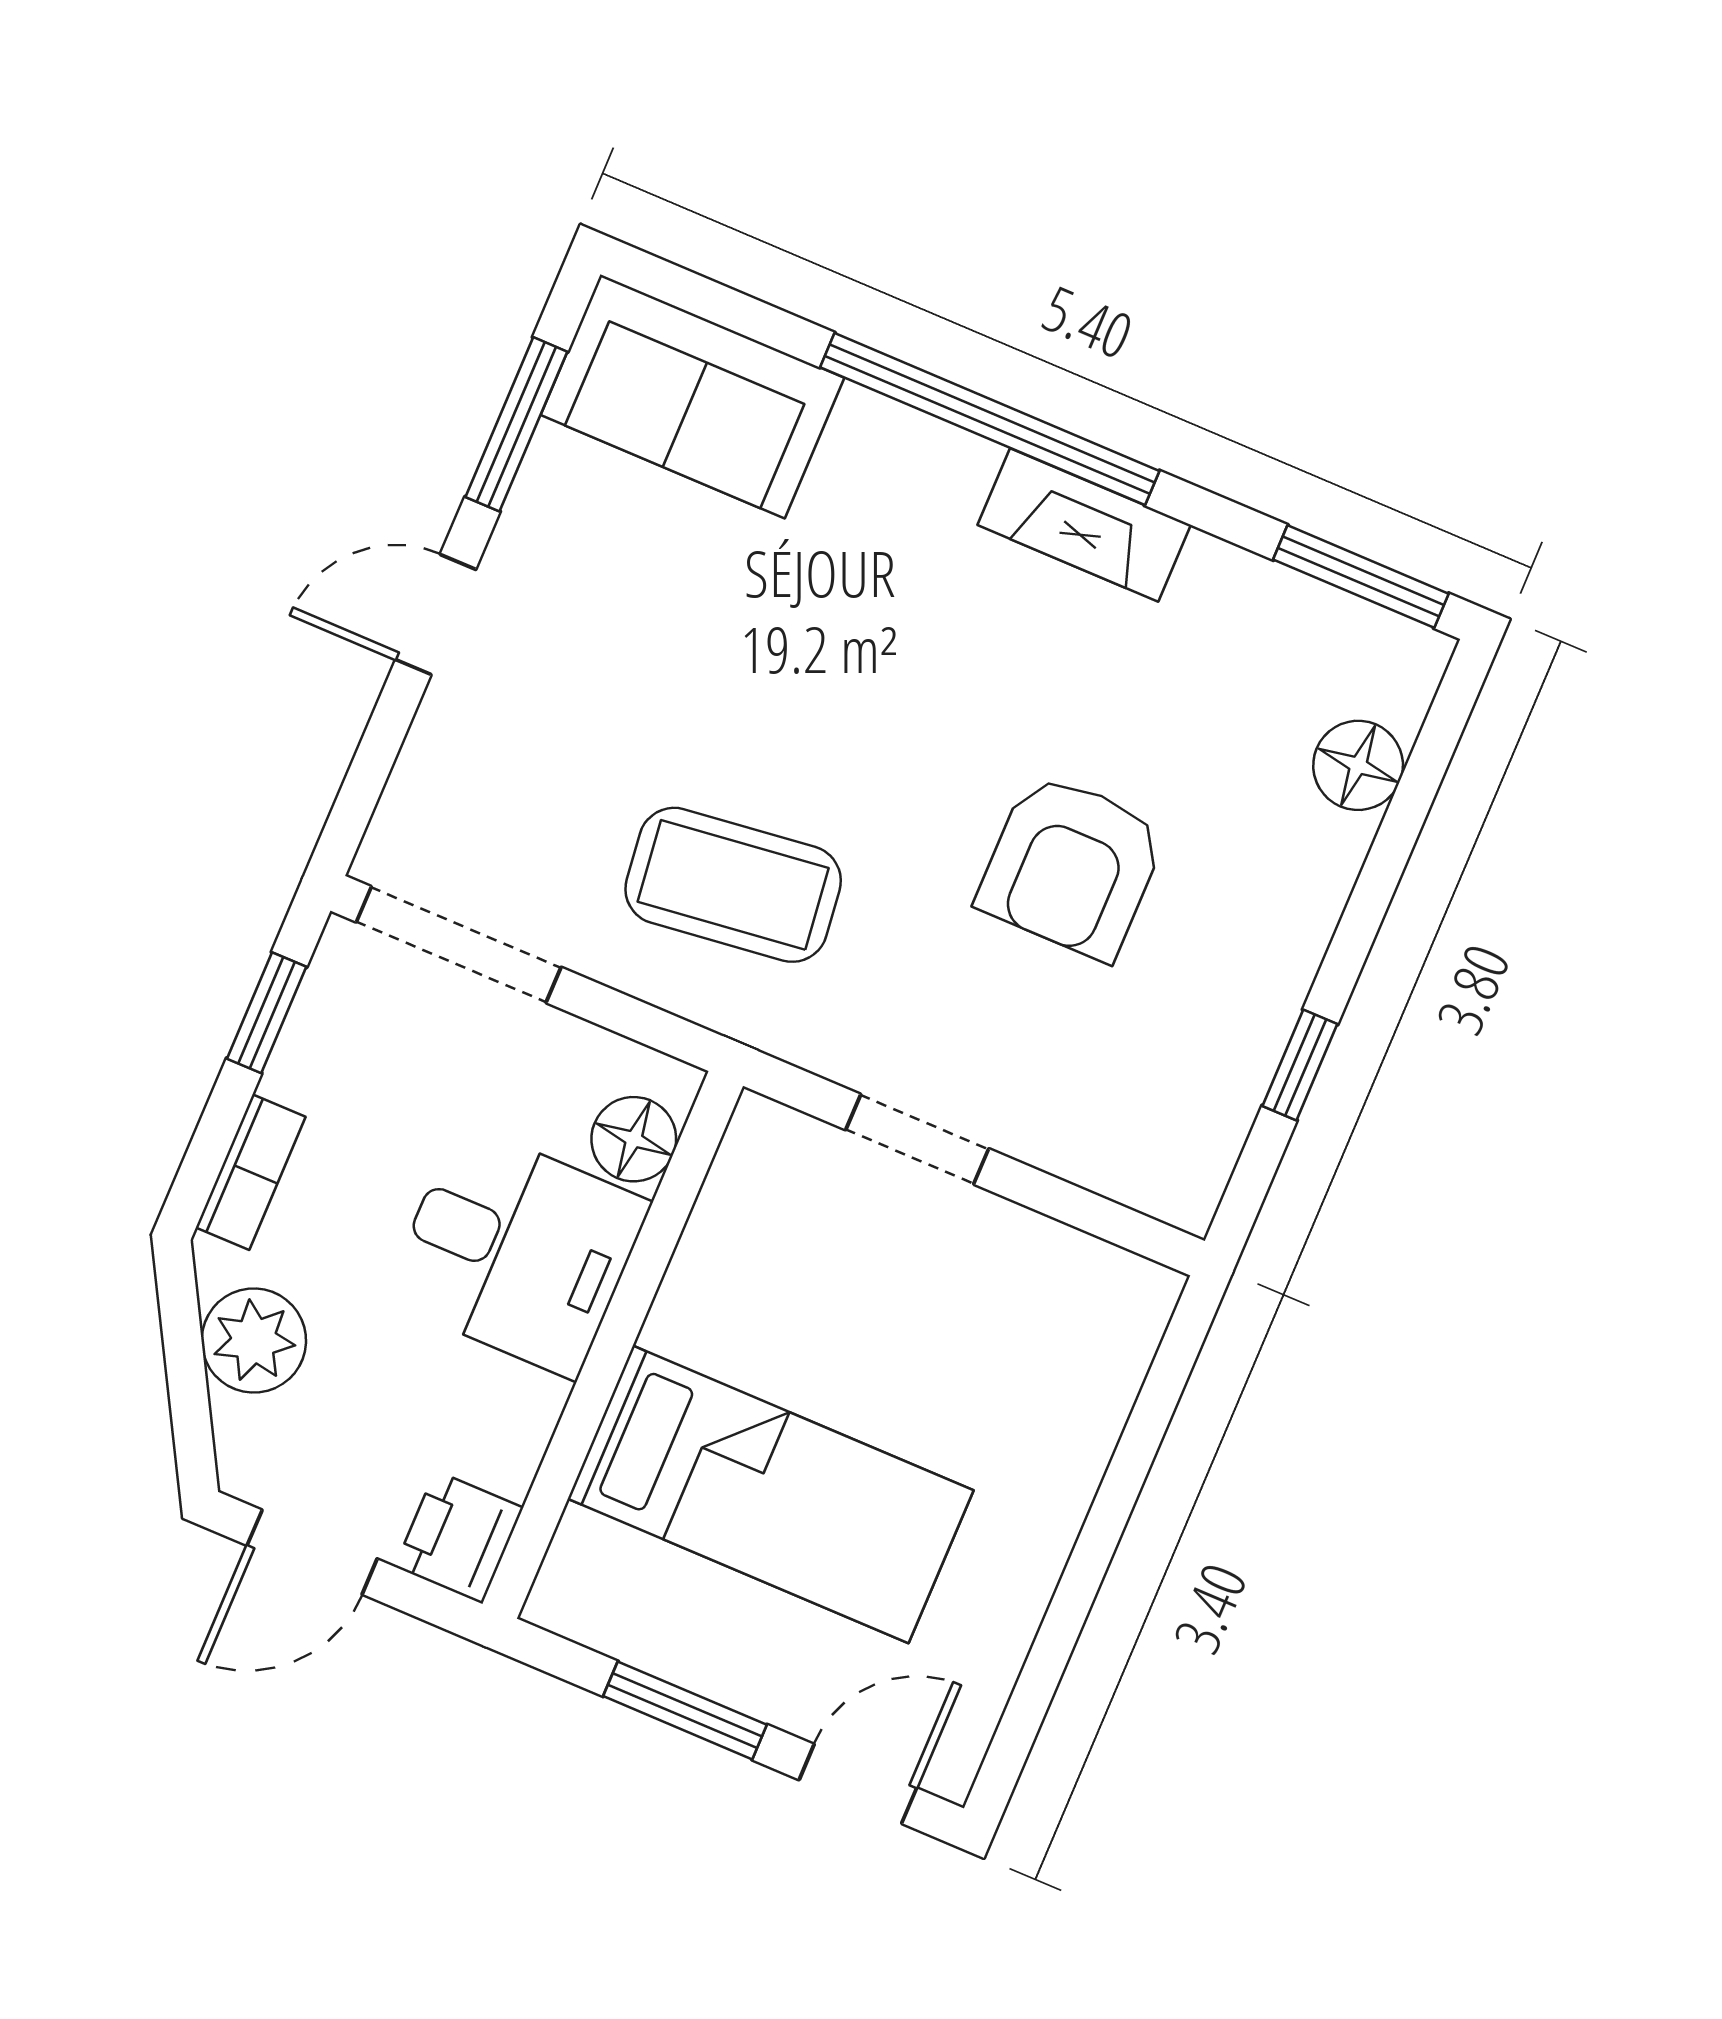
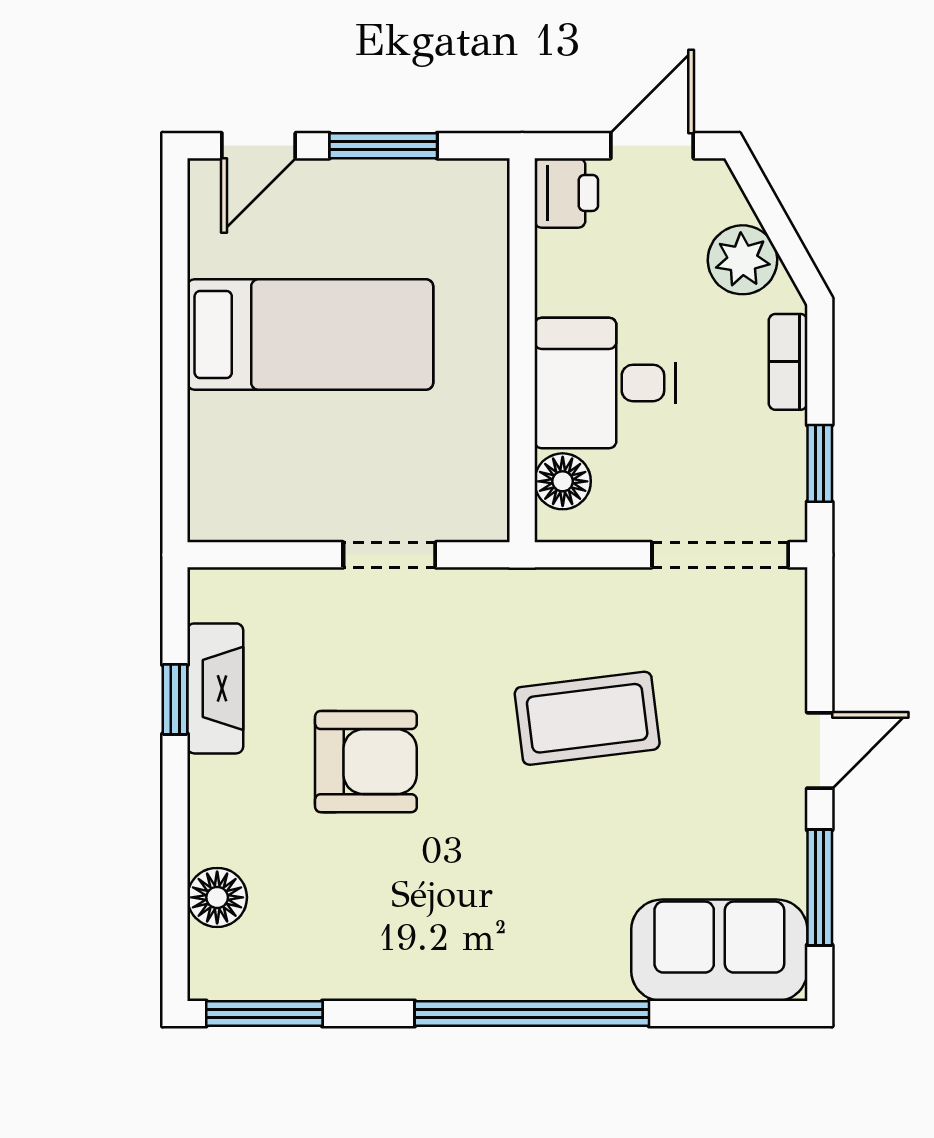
fireplace: (1084, 525) -> (215, 688), moved, turned 90
armchair: (1072, 866) -> (366, 762), turned 90
coffee table: (733, 885) -> (587, 718), moved
bed: (771, 1494) -> (310, 335), moved, turned 180

